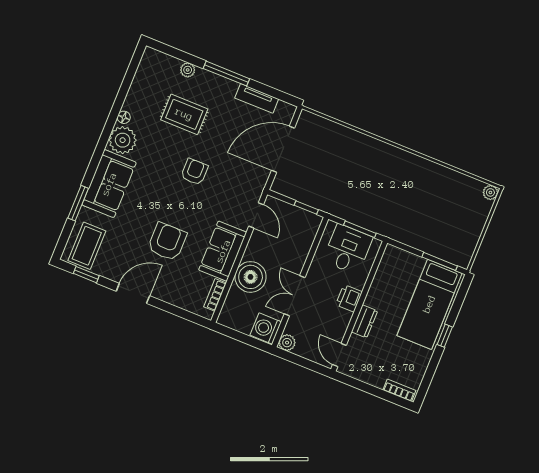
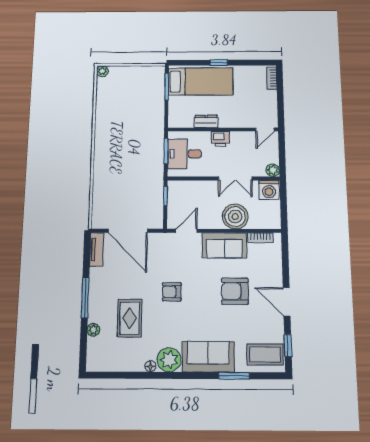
tv unit: (257, 98) -> (97, 249), moved
dresser: (364, 321) -> (206, 121), moved

